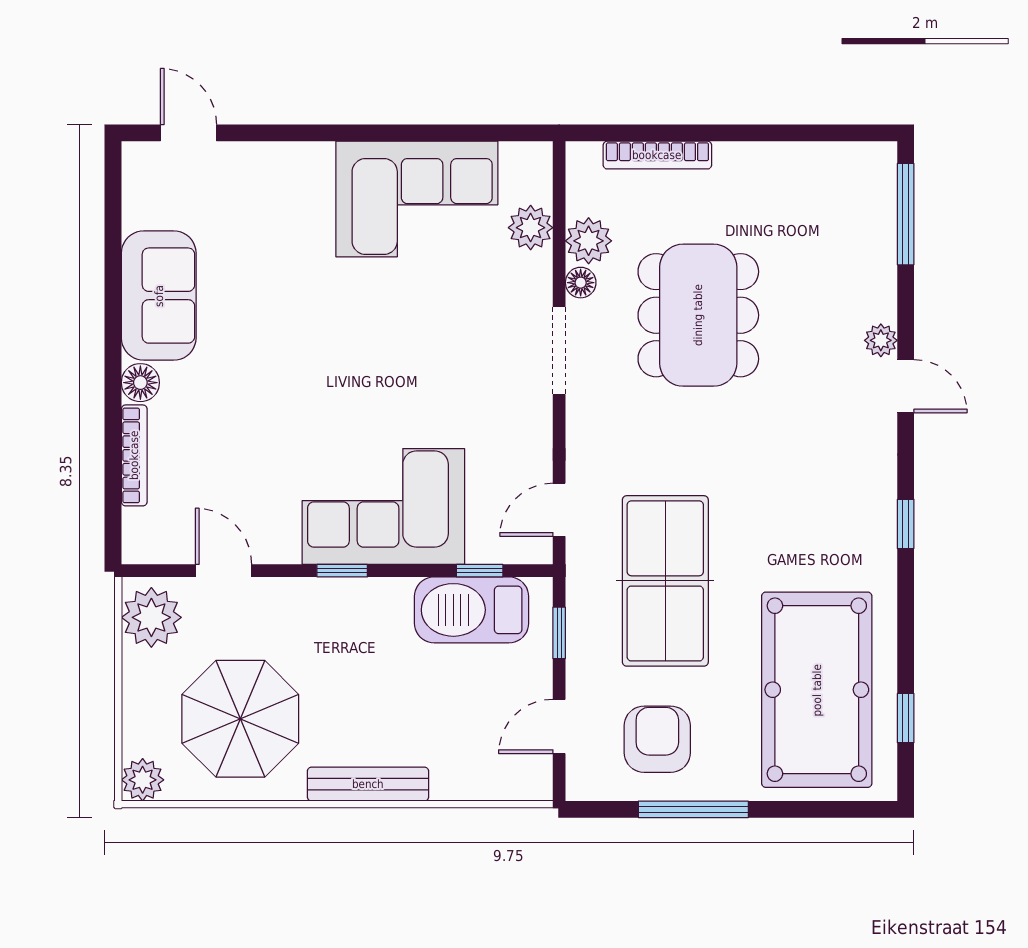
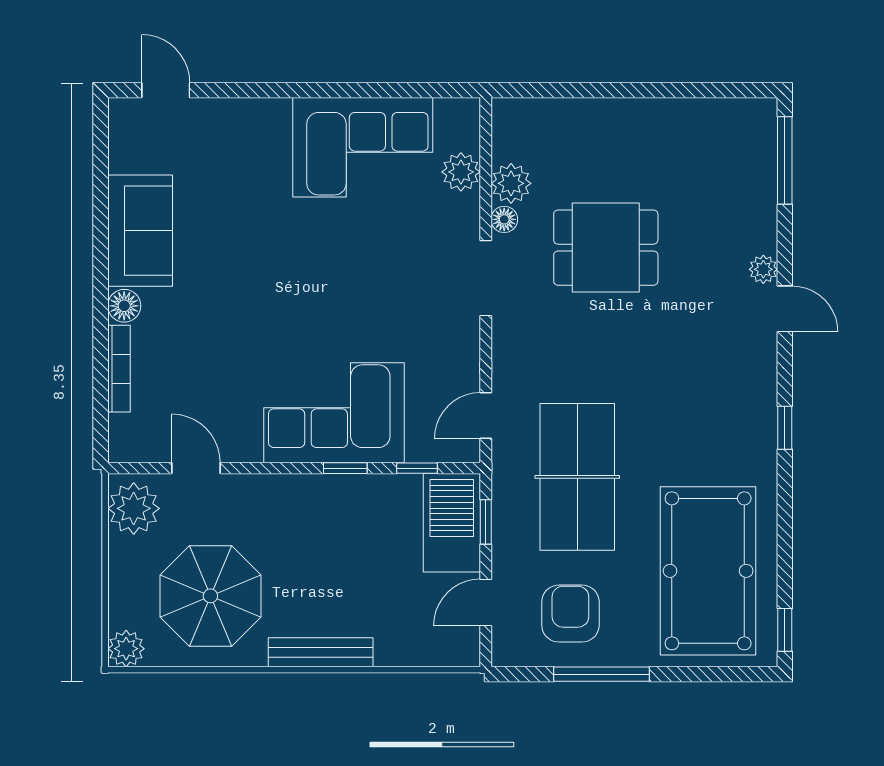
bookcase: (657, 155) -> (570, 109), removed
dining table: (698, 315) -> (606, 248), width x0.73
window: (342, 571) -> (345, 468), moved
barbecue: (472, 610) -> (452, 523), moved, turned 90
window: (906, 718) -> (785, 630), moved

